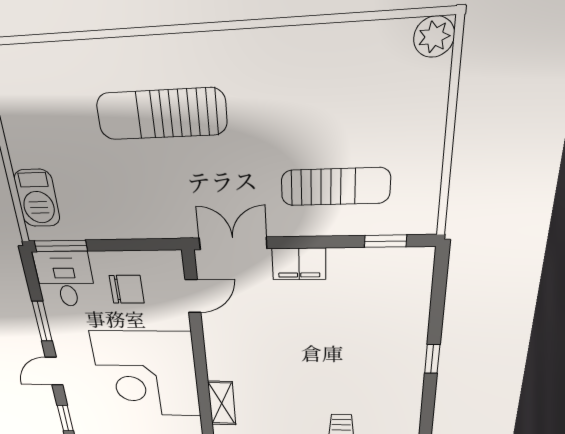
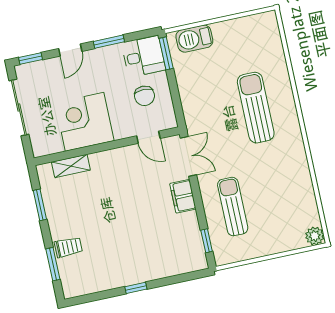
sun lounger: (335, 187) -> (233, 207), turned 180
door: (54, 371) -> (70, 50), swing flipped
corner desk: (146, 374) -> (85, 122), width x0.74, depth x0.74

